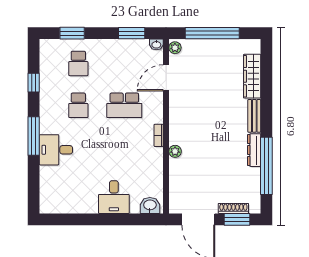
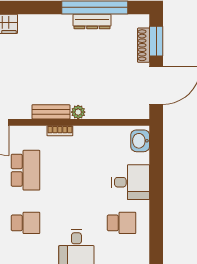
bench: (254, 116) -> (51, 112), moved
dresser: (254, 150) -> (92, 21), moved
school desk: (78, 189) -> (121, 223), added

